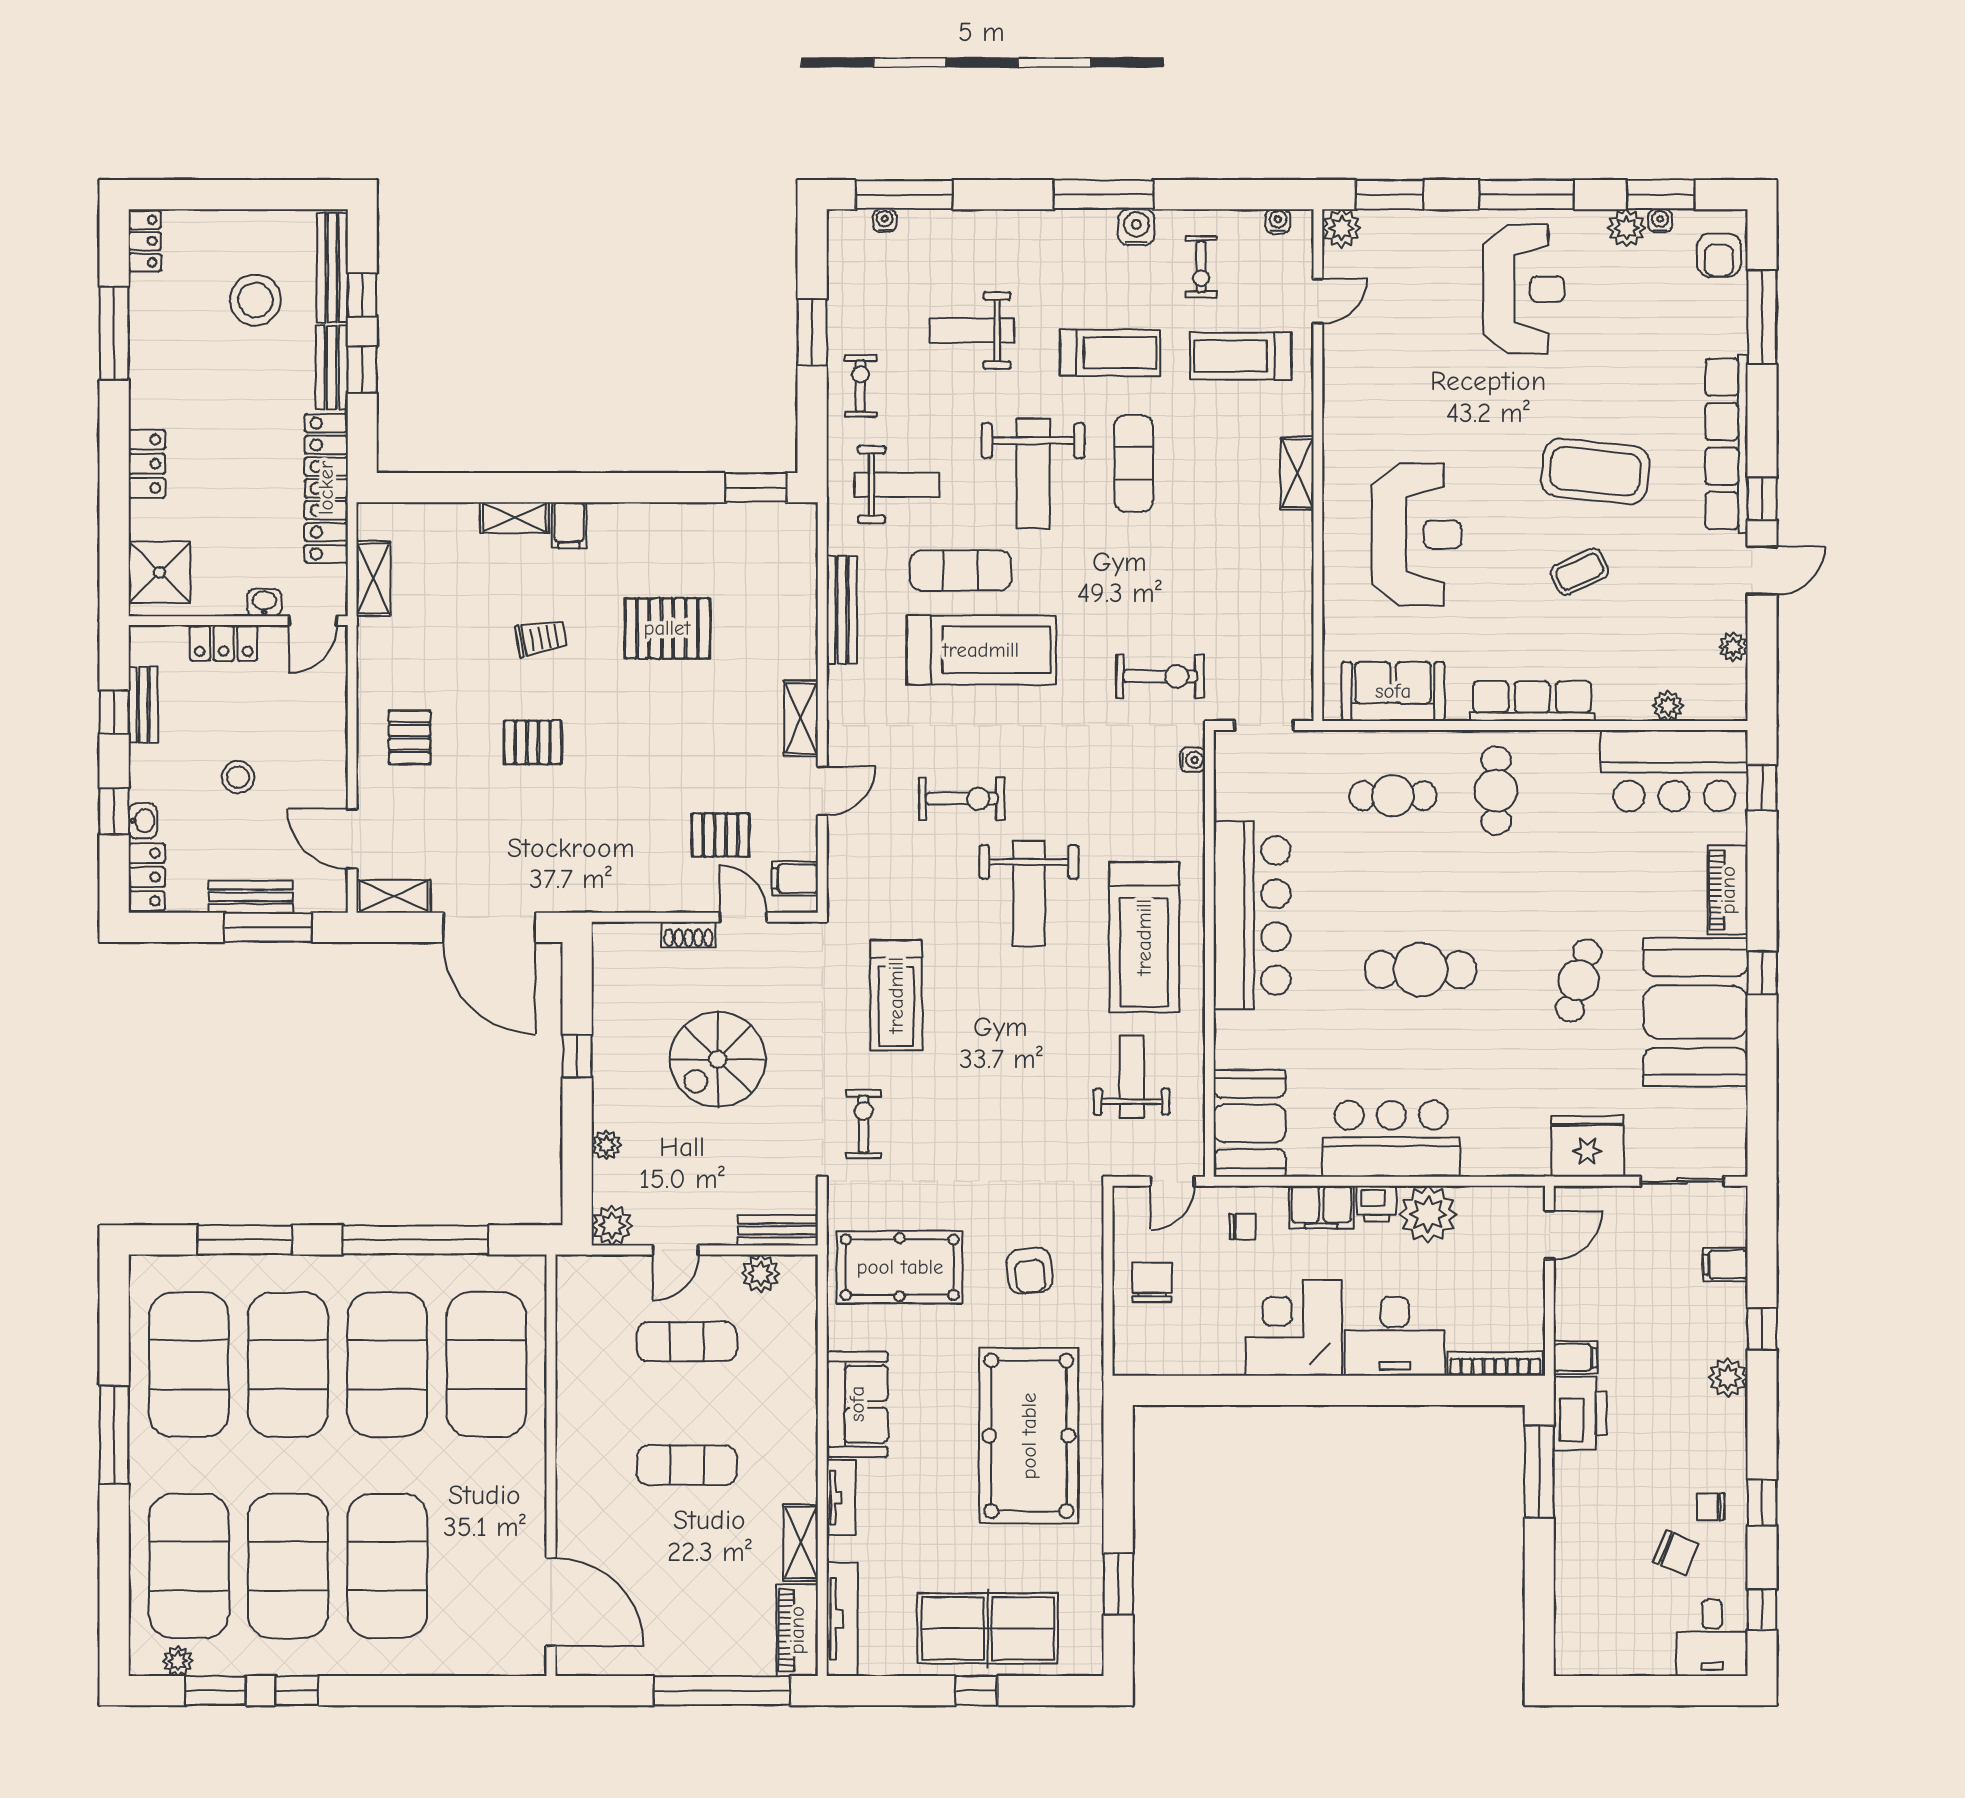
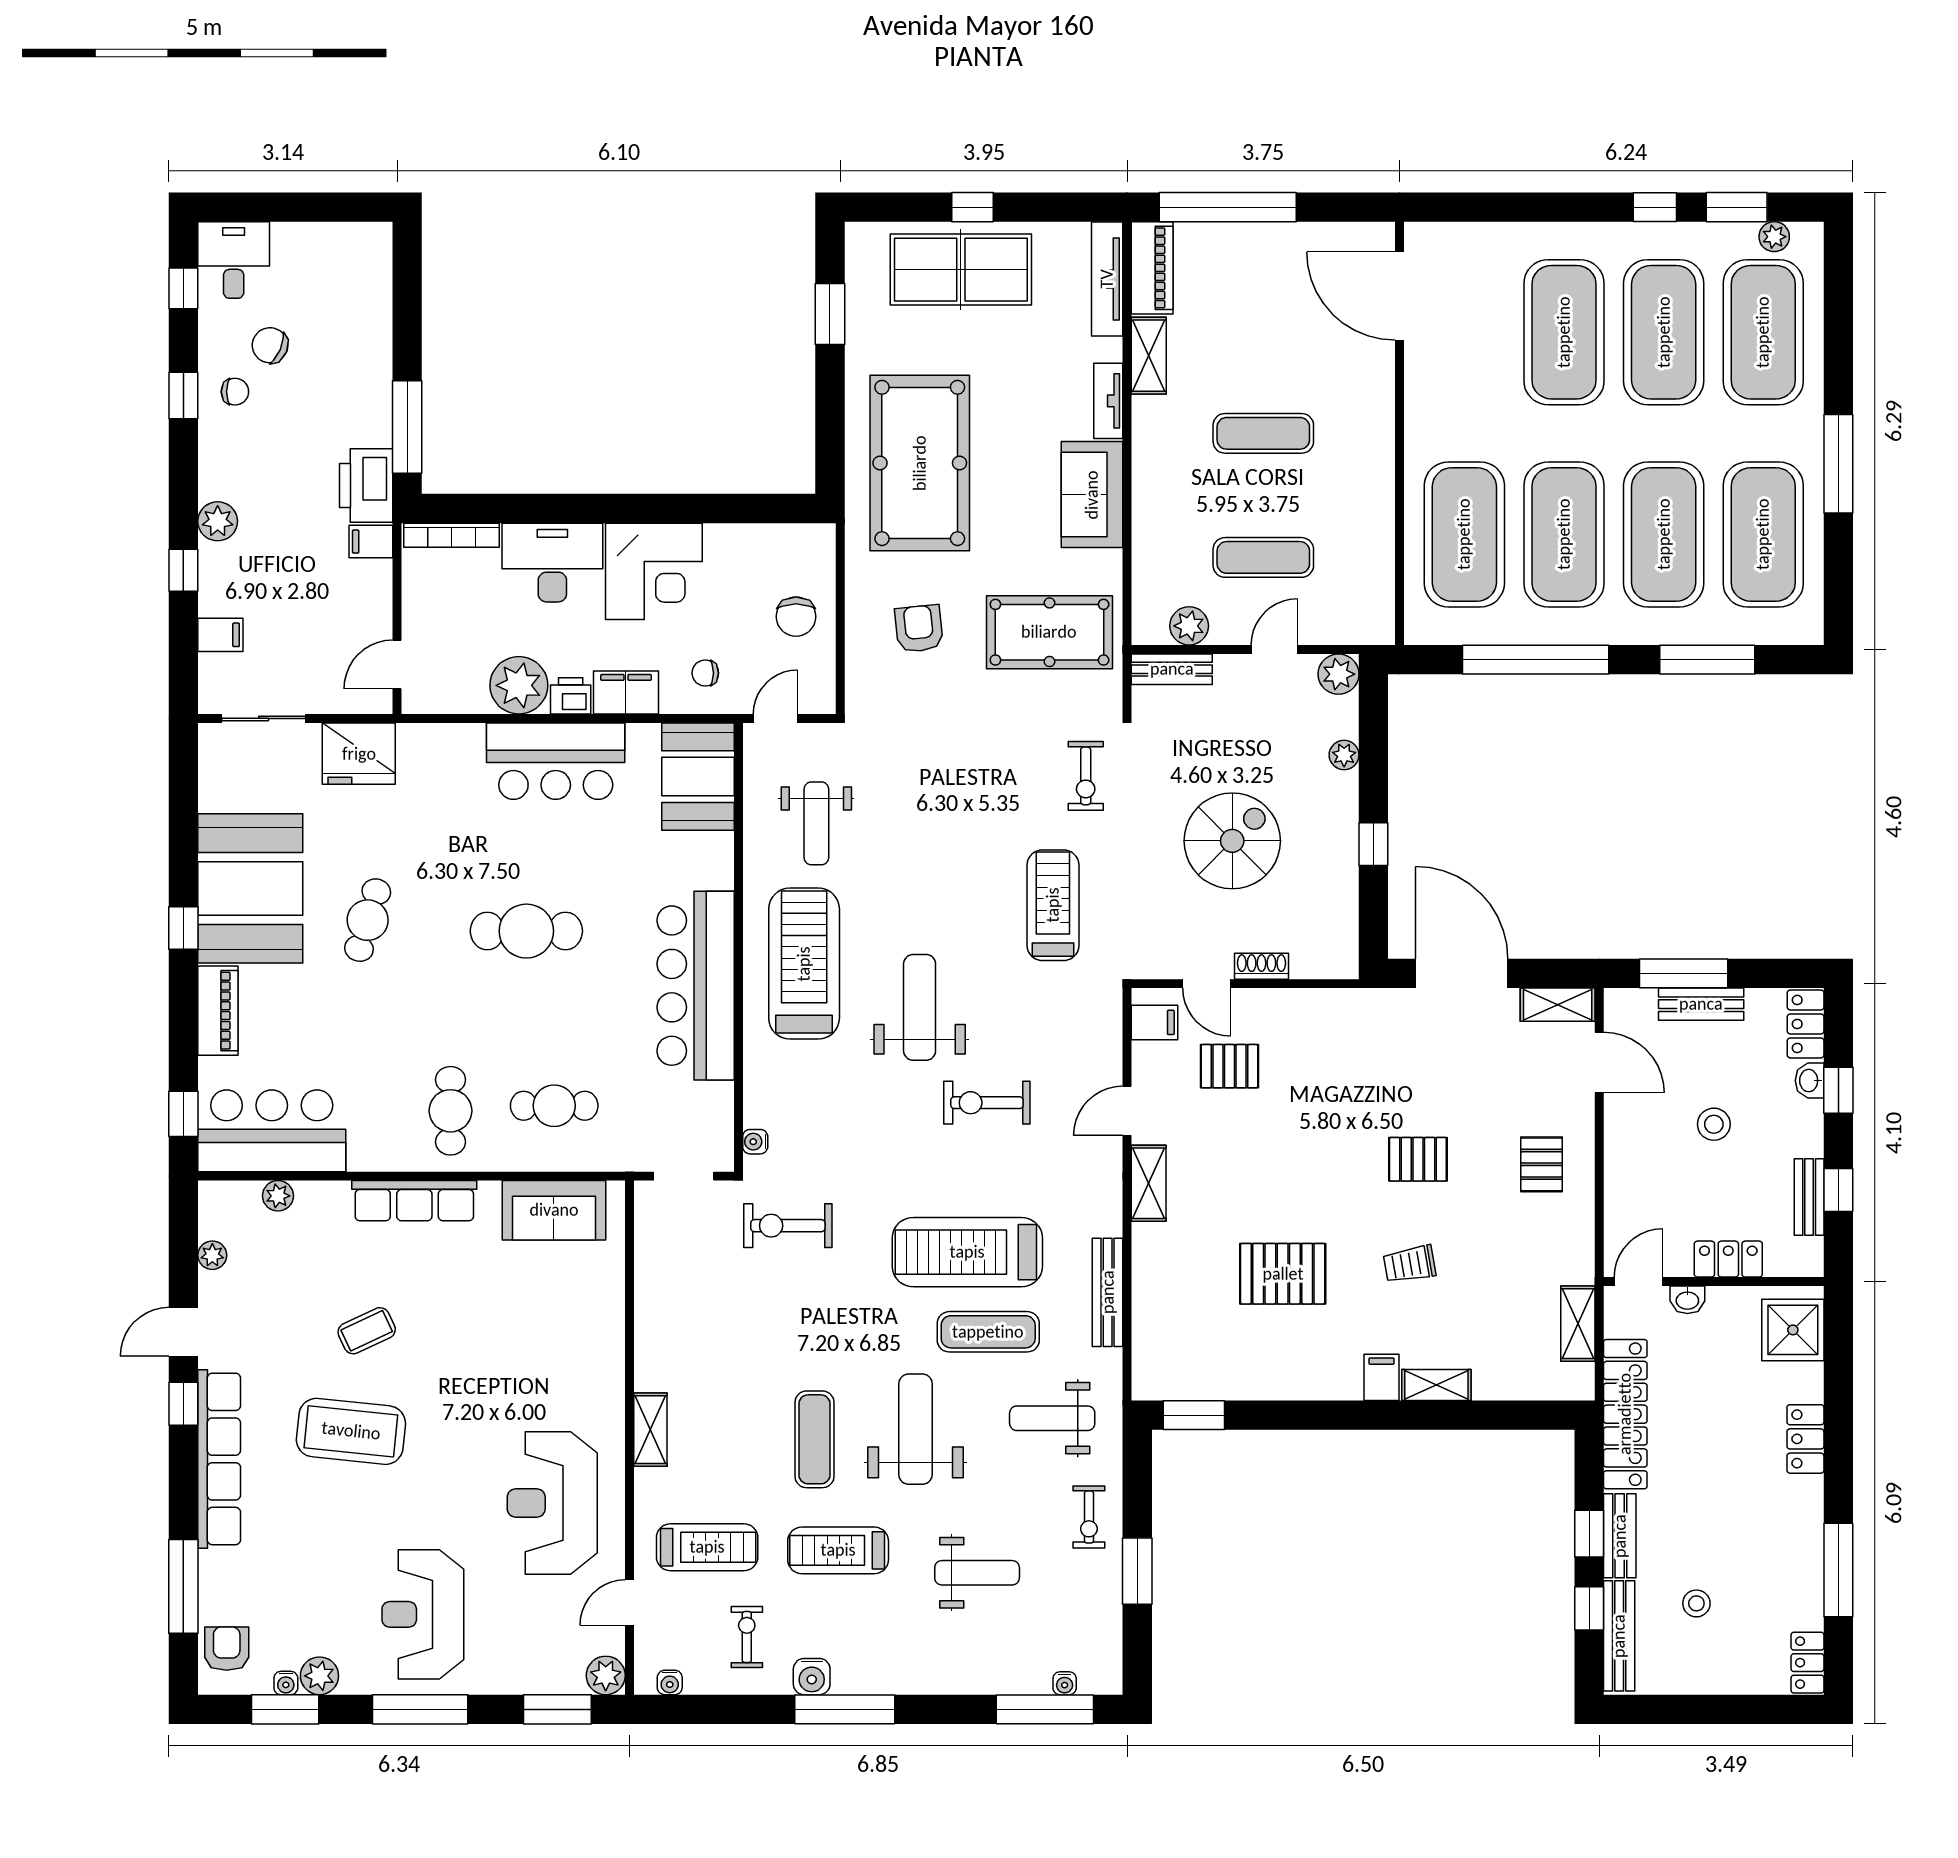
stool: (255, 300) -> (1696, 1603), width x0.53, depth x0.53
reception desk: (1417, 534) -> (552, 1503), moved

